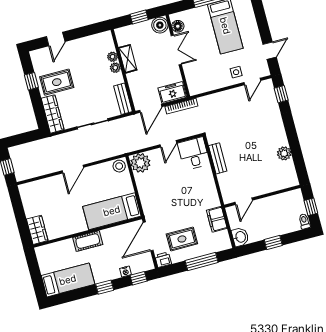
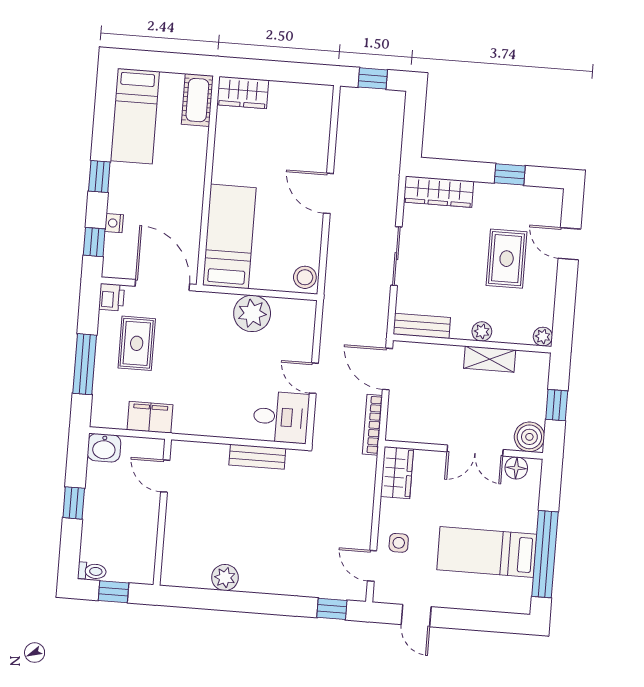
plant: (112, 57) -> (543, 337), moved
rug: (57, 82) -> (507, 259), moved
wardrobe: (201, 85) -> (397, 473), added
freezer: (172, 93) -> (402, 417), removed
plant: (140, 163) -> (252, 313), moved
cot: (88, 241) -> (197, 100), moved

